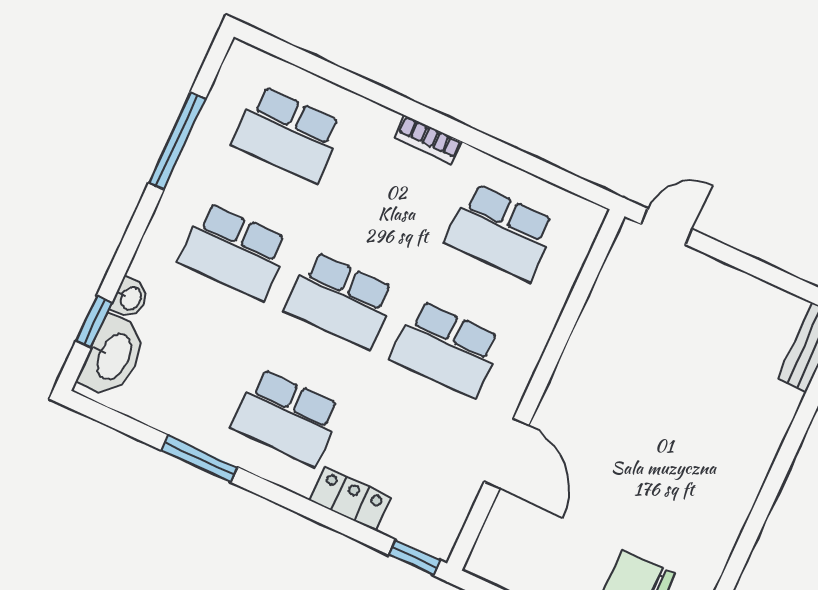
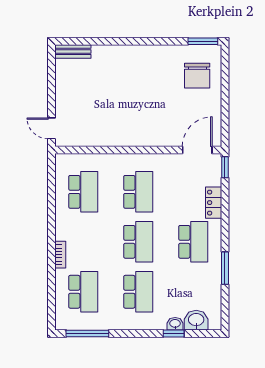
bookcase: (429, 140) -> (60, 255), moved
window: (177, 141) -> (87, 334), moved
window: (94, 322) -> (174, 334), moved
washbasin: (113, 356) -> (196, 320), width x0.72
door: (506, 454) -> (197, 150), moved

